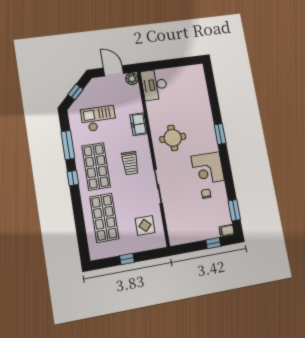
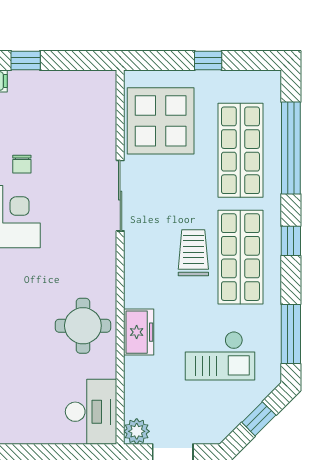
round table: (173, 138) -> (83, 326), moved
window: (68, 145) -> (291, 334), moved
trolley: (130, 163) -> (193, 253), moved
window: (80, 223) -> (291, 148), added
display table: (145, 225) -> (161, 121), width x1.86, depth x1.86

